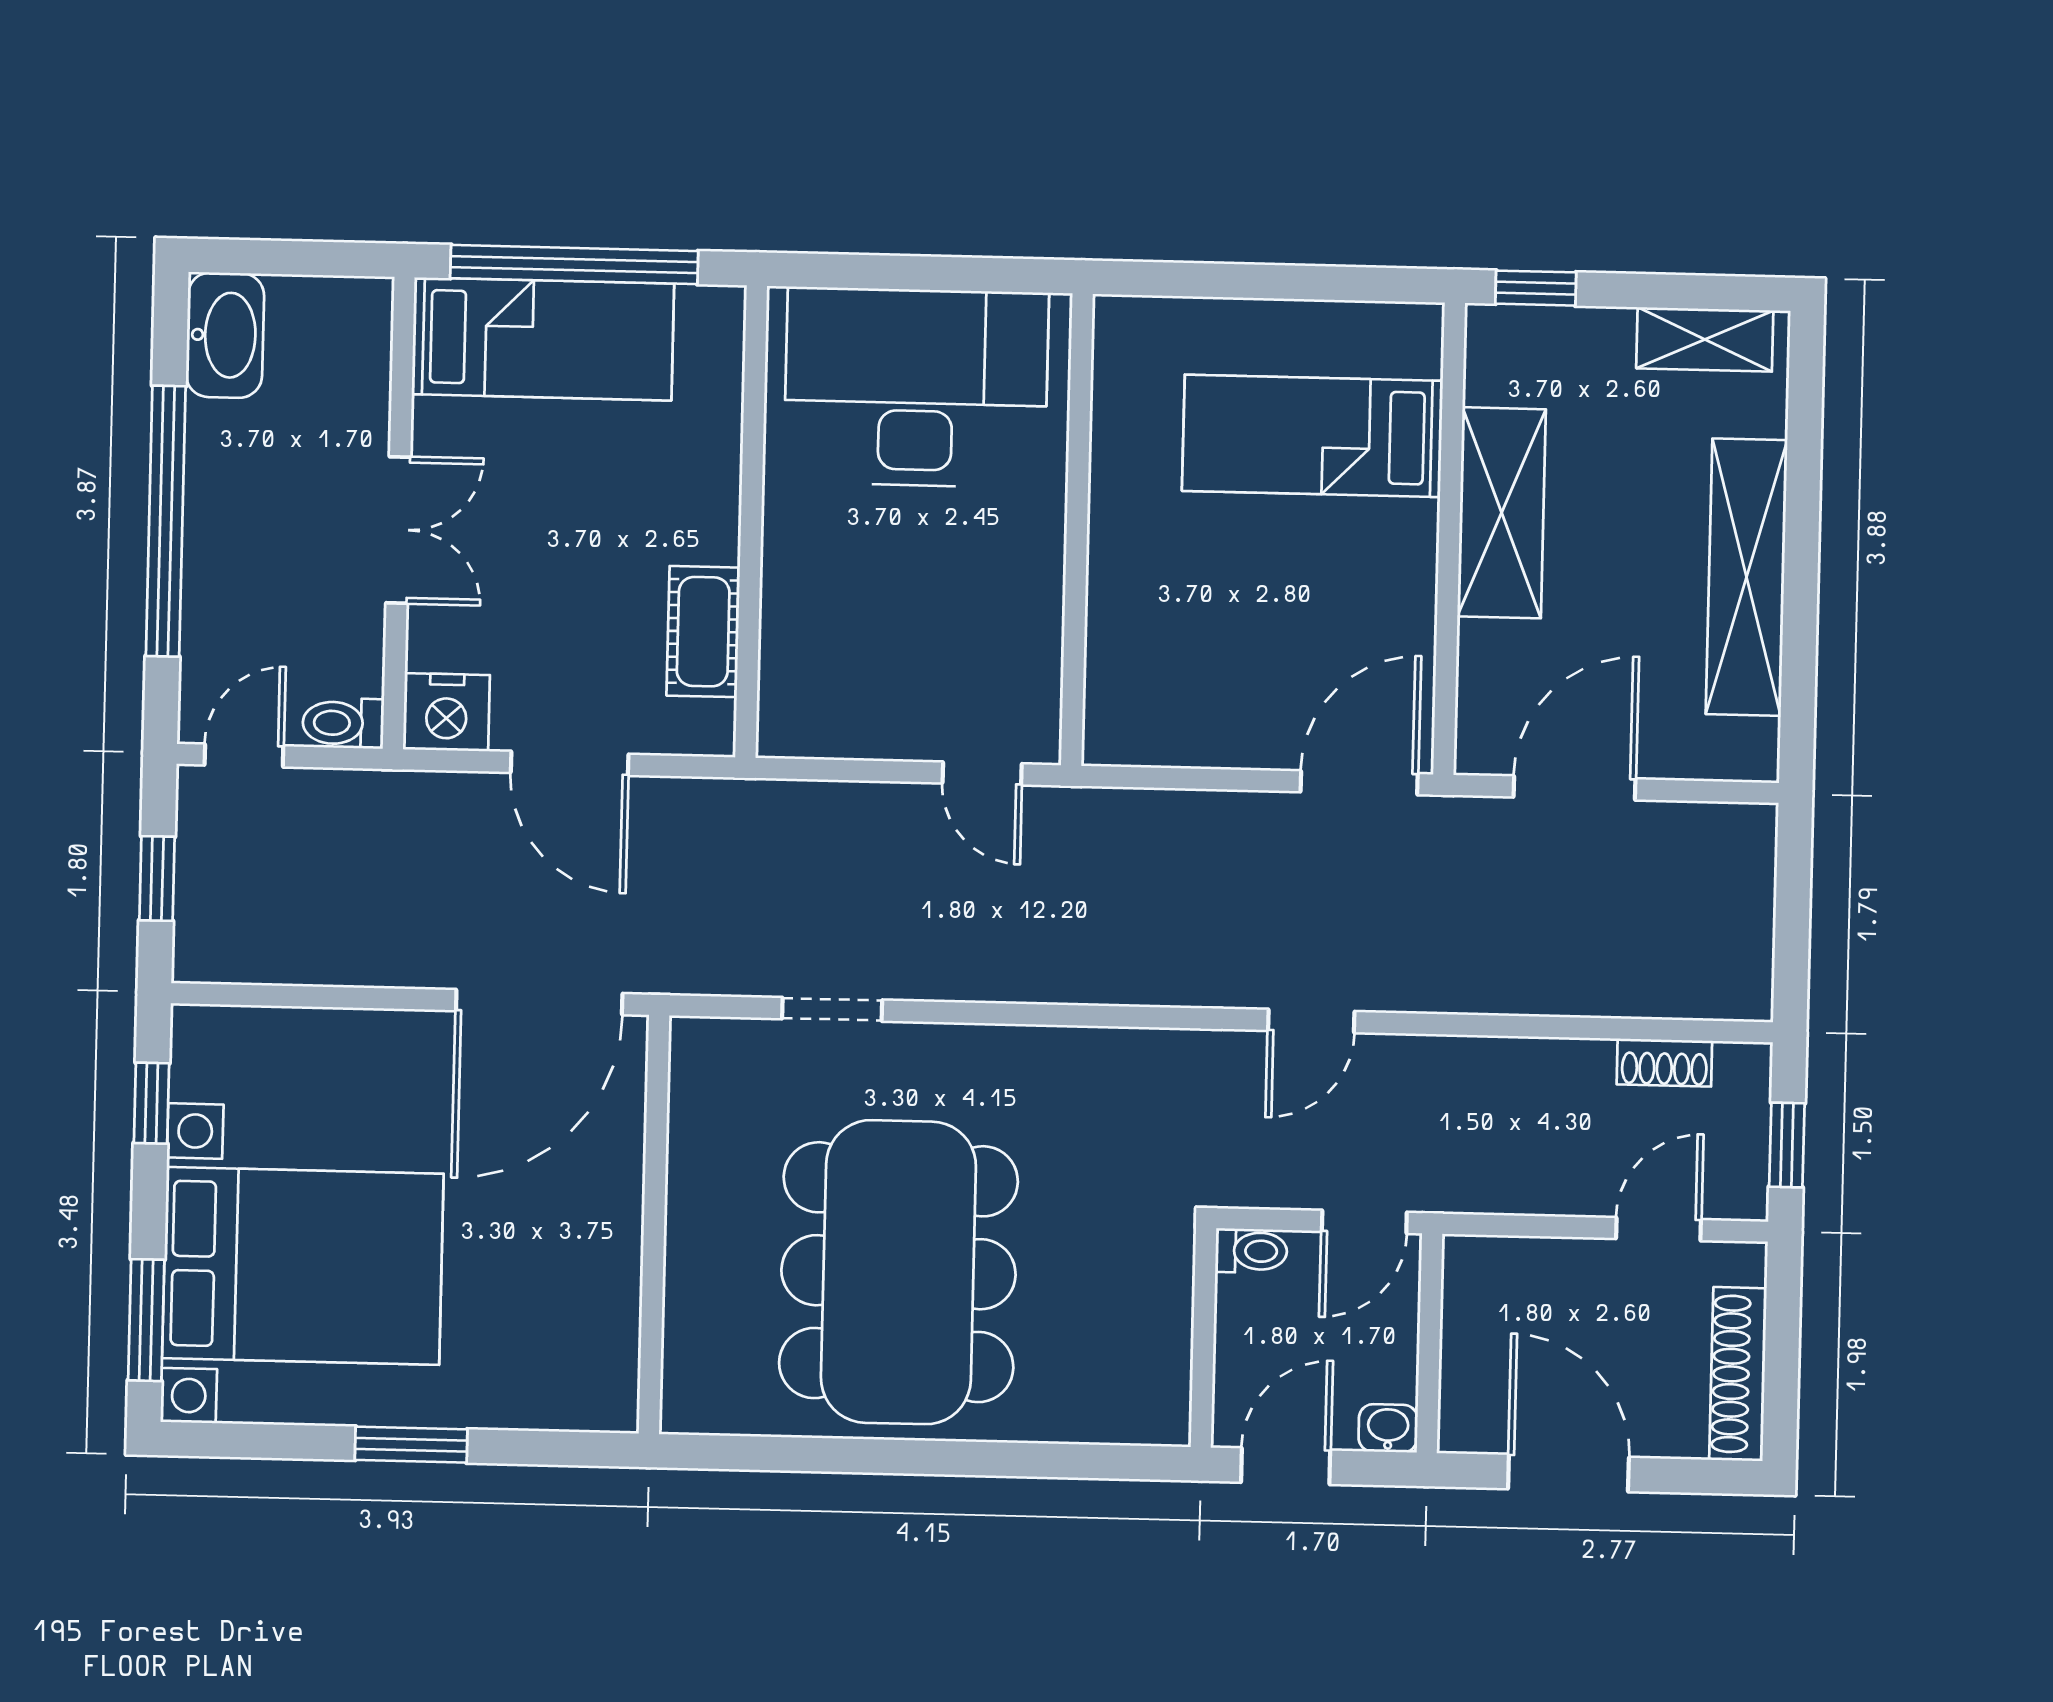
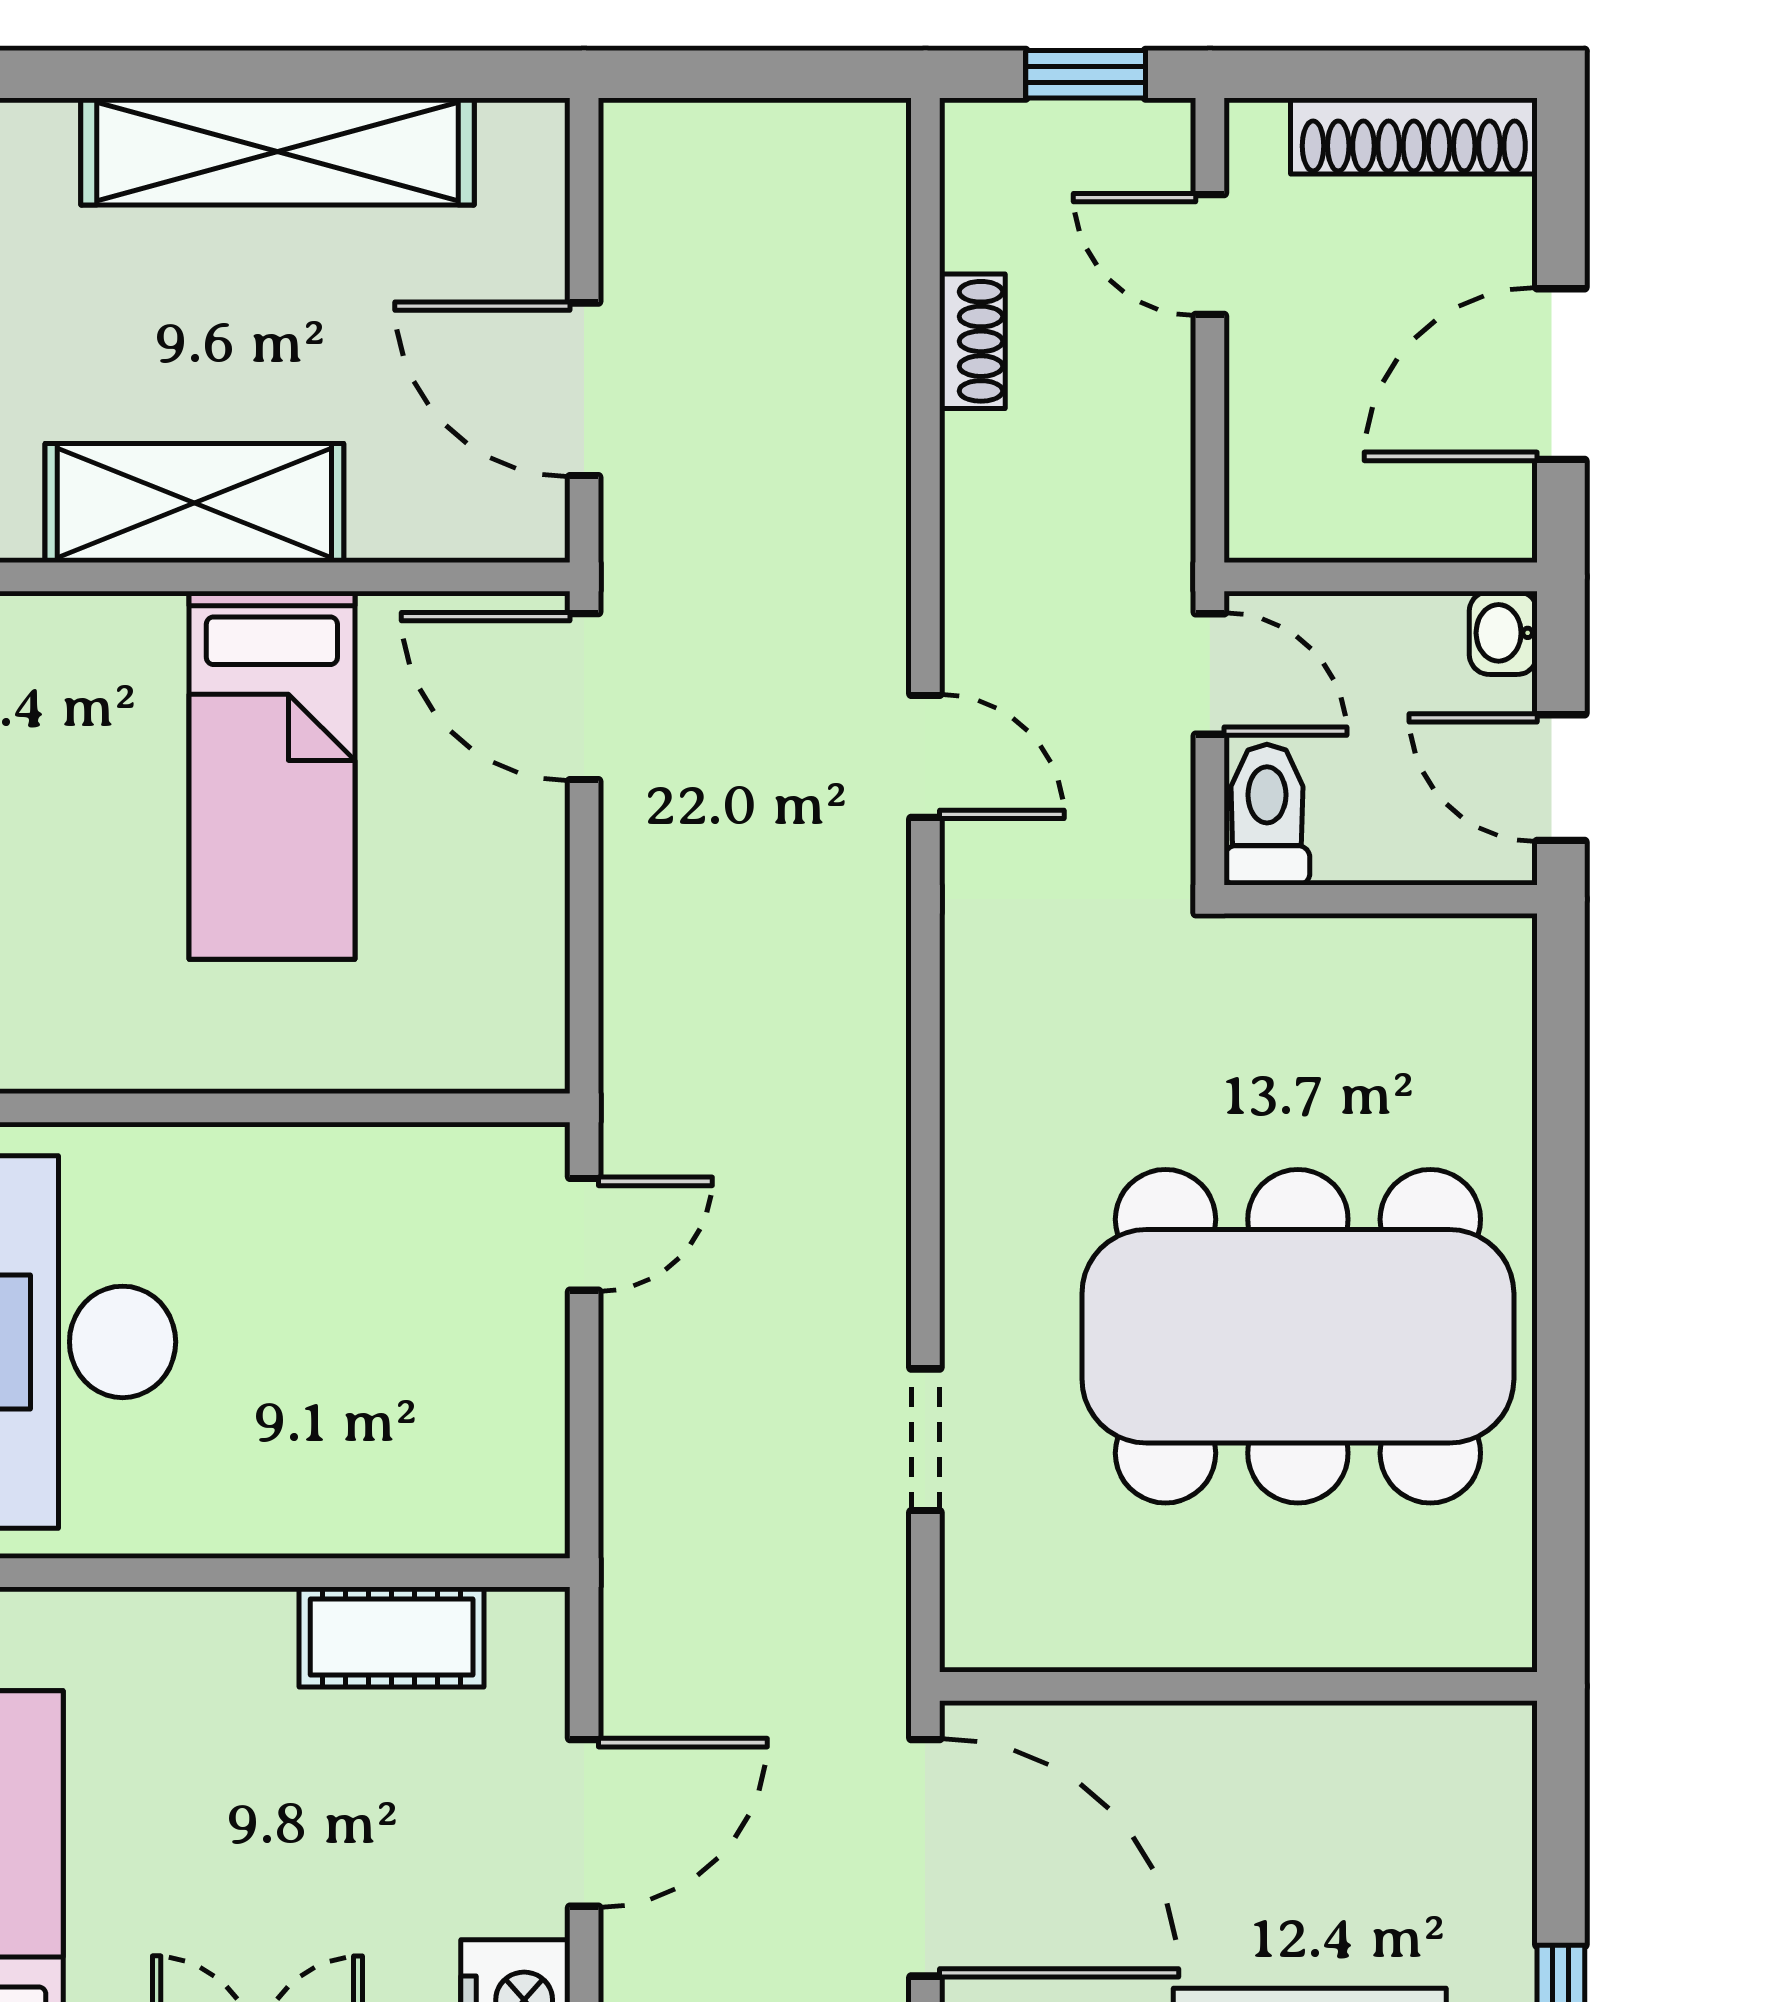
bed: (1312, 436) -> (272, 775), moved
shoe rack: (1664, 1063) -> (972, 341), moved
toilet: (1251, 1251) -> (1267, 815), width x1.37, depth x1.39

